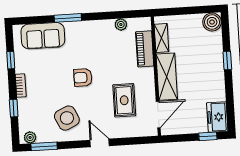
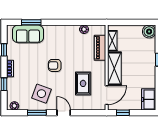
window: (68, 18) -> (31, 22), moved
side table: (67, 118) -> (41, 94), turned 45
window: (208, 136) -> (123, 113), moved
window: (44, 146) -> (37, 113), moved

